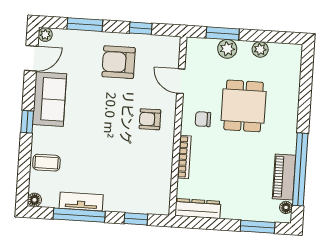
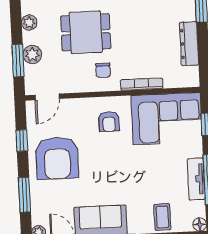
armchair: (119, 62) -> (57, 158), width x1.36, depth x1.36
door: (181, 81) -> (47, 97), moved
corner sofa: (146, 178) -> (167, 118), added
dresser: (198, 208) -> (189, 44), moved

